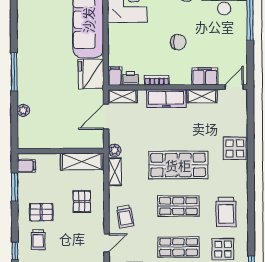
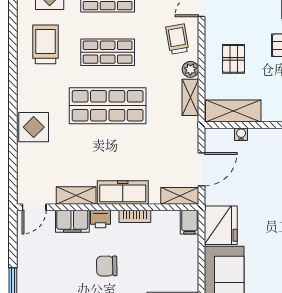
printer: (131, 78) -> (100, 219), moved
water cooler: (76, 144) -> (241, 134), added
plant: (115, 150) -> (190, 69), moved

